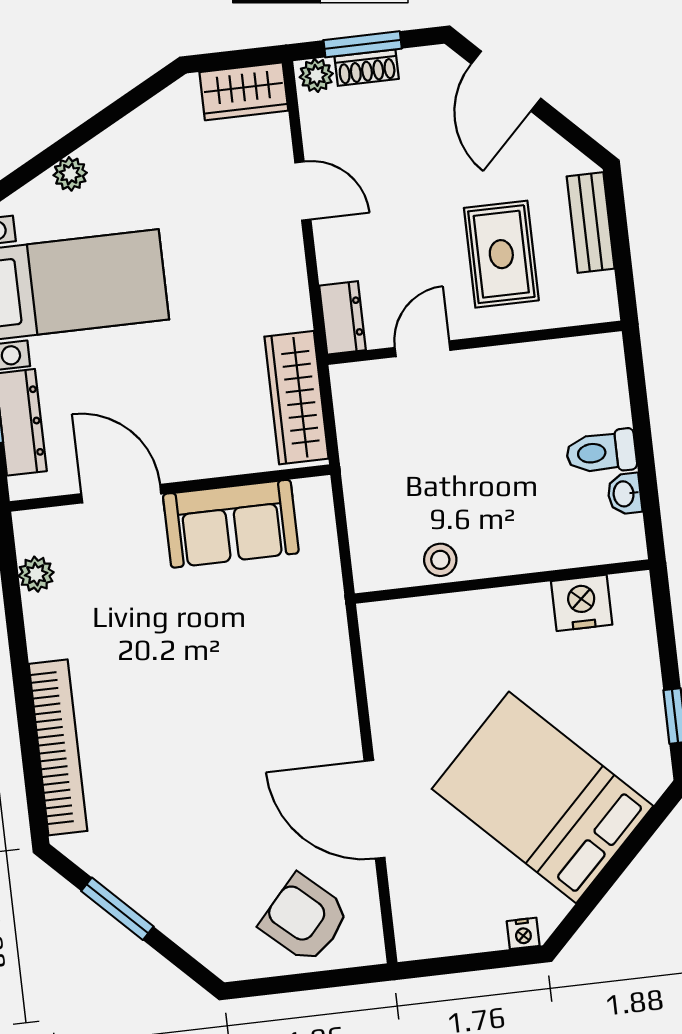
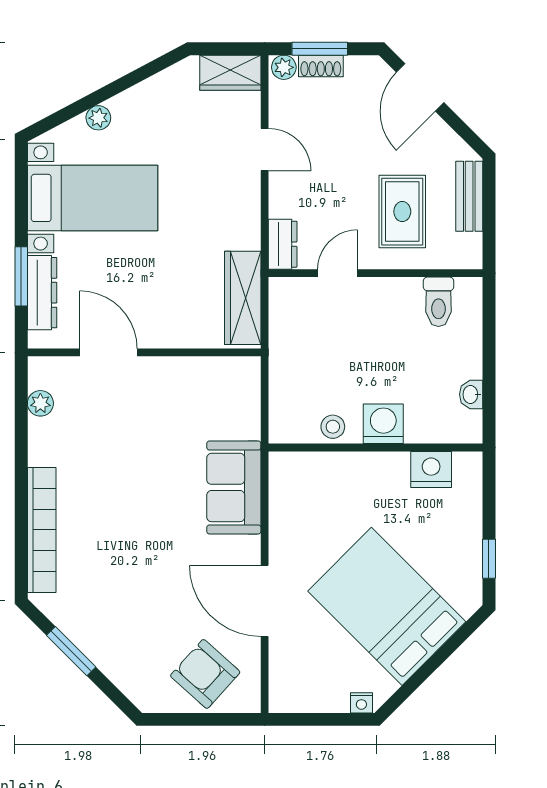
toilet: (601, 452) -> (438, 302), moved, turned -90
sofa: (231, 524) -> (234, 487), moved, turned 90
washing machine: (509, 548) -> (383, 424), added

